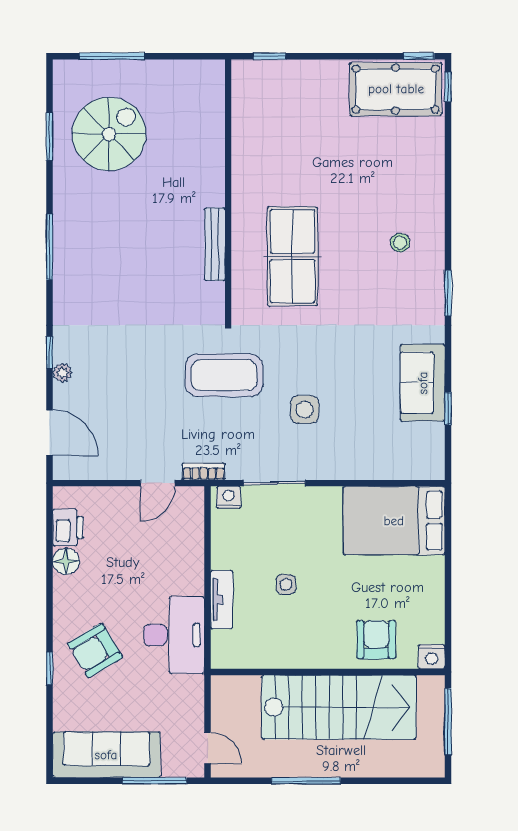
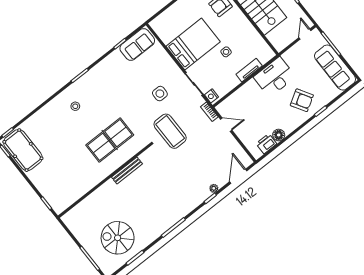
sofa: (423, 383) -> (137, 44), moved
bed: (394, 521) -> (193, 44), moved, turned -90

